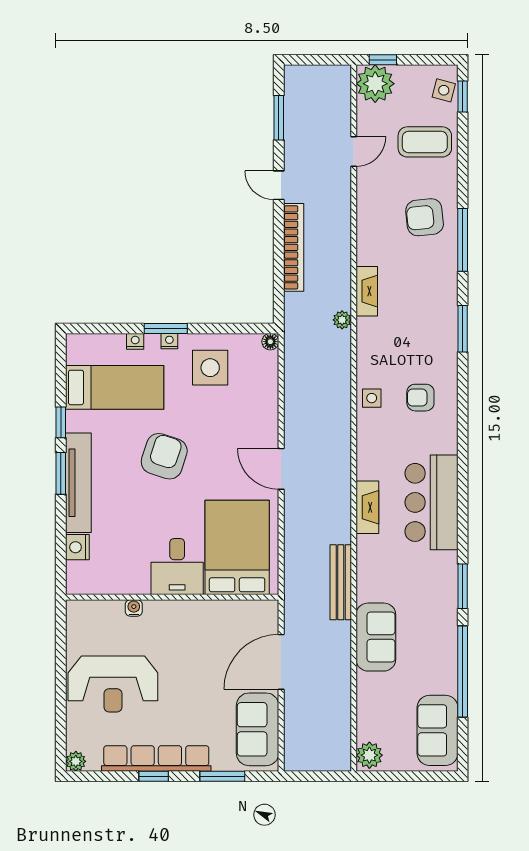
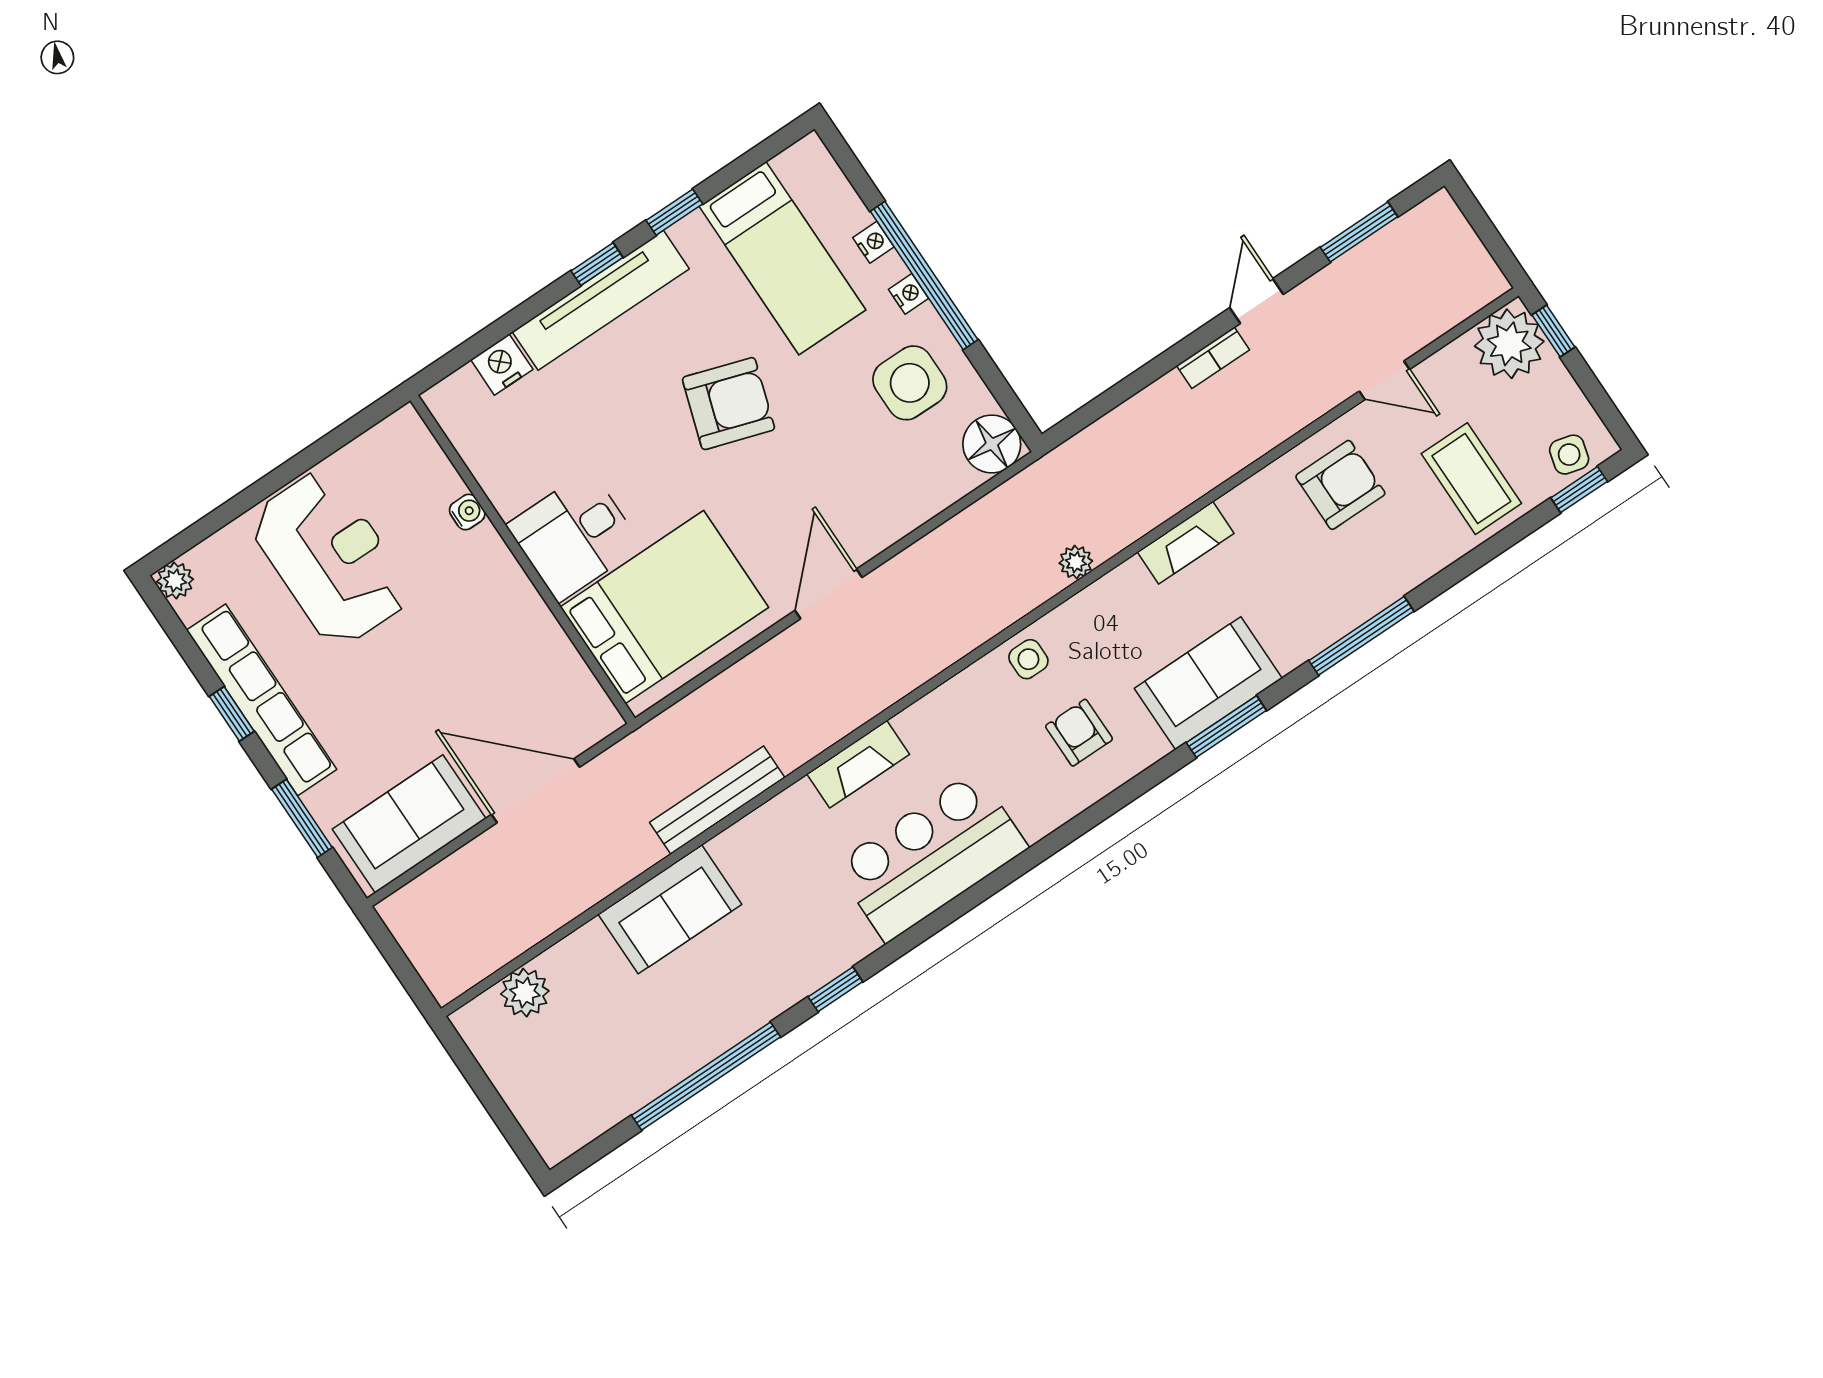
armchair: (425, 217) -> (1340, 485), moved, turned 96
bookcase: (294, 247) -> (1213, 358), width x0.43, depth x0.76
plant: (342, 320) -> (1076, 562), moved
window: (166, 328) -> (924, 276), width x2.11
floor lamp: (270, 342) -> (992, 444), width x1.89, depth x1.89
window: (61, 473) -> (597, 264), width x0.67
window: (463, 586) -> (835, 989), width x0.67
reception desk: (113, 684) -> (330, 558), turned 180
sofa: (437, 730) -> (1208, 683), moved
plant: (369, 755) -> (525, 993), moved

